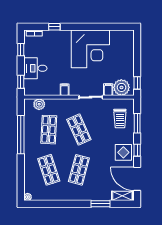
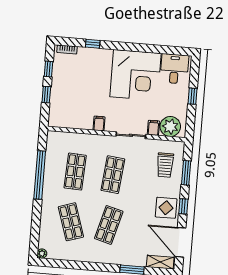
desk: (35, 68) -> (174, 69), moved, turned 90
window: (21, 82) -> (46, 95), moved
window: (137, 83) -> (192, 96), moved
plant: (39, 104) -> (66, 139), removed
shop shelf: (79, 130) -> (113, 175), turned 30

